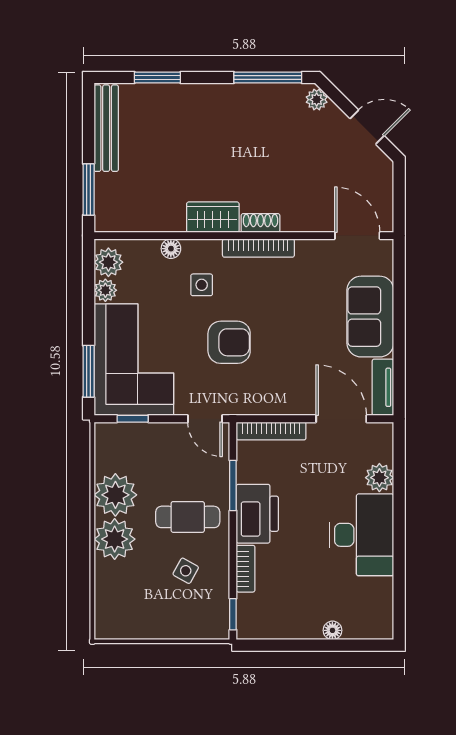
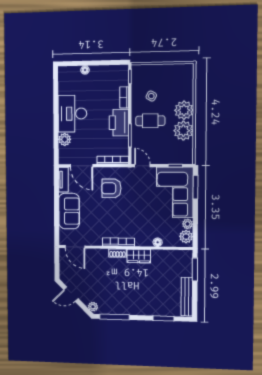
side table: (202, 285) -> (144, 226), removed
armchair: (229, 342) -> (111, 188), moved

